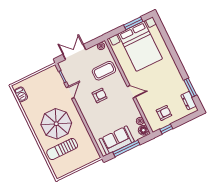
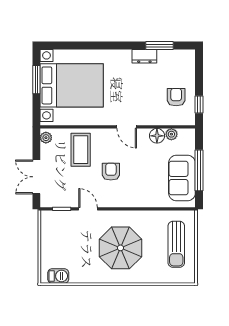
door: (131, 92) -> (127, 127), swing flipped
dresser: (189, 101) -> (144, 56), moved
floor lamp: (143, 130) -> (157, 136), moved
sun lounger: (62, 149) -> (176, 244), moved

